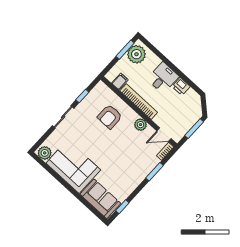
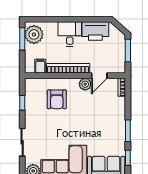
printer: (181, 86) -> (95, 31), width x1.87, depth x1.48
sliding door: (63, 117) -> (22, 142), moved
door: (164, 135) -> (99, 76), moved
window: (154, 172) -> (128, 131), moved

